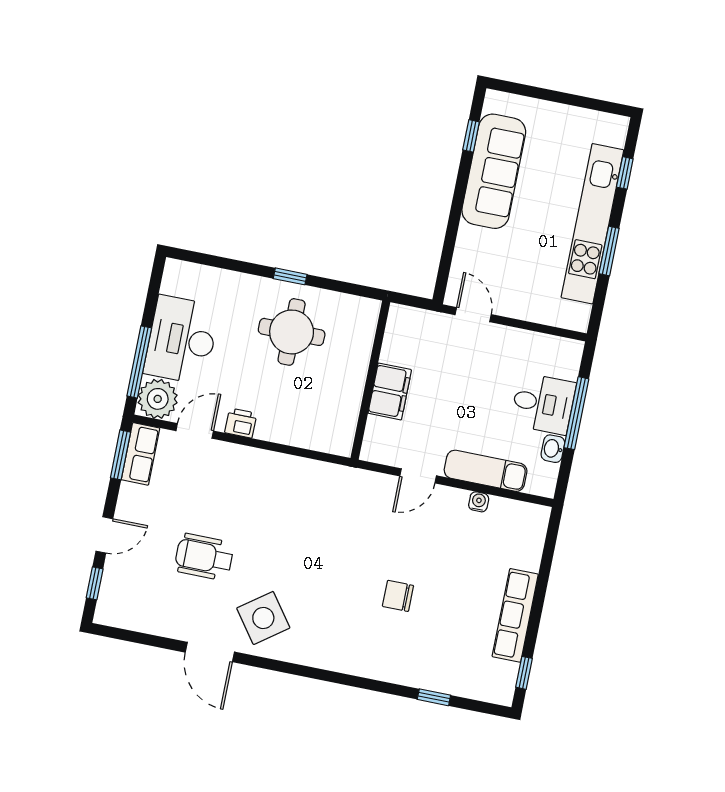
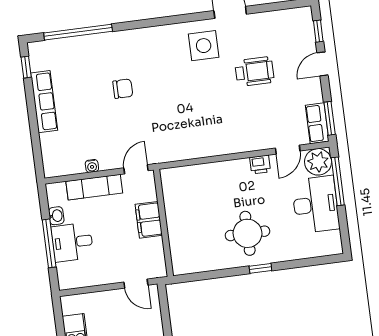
wall: (370, 380) -> (163, 223), moved
filing cabinet: (390, 391) -> (149, 220), moved
side table: (263, 618) -> (204, 46), turned 36
window: (434, 697) -> (78, 32), width x3.17

